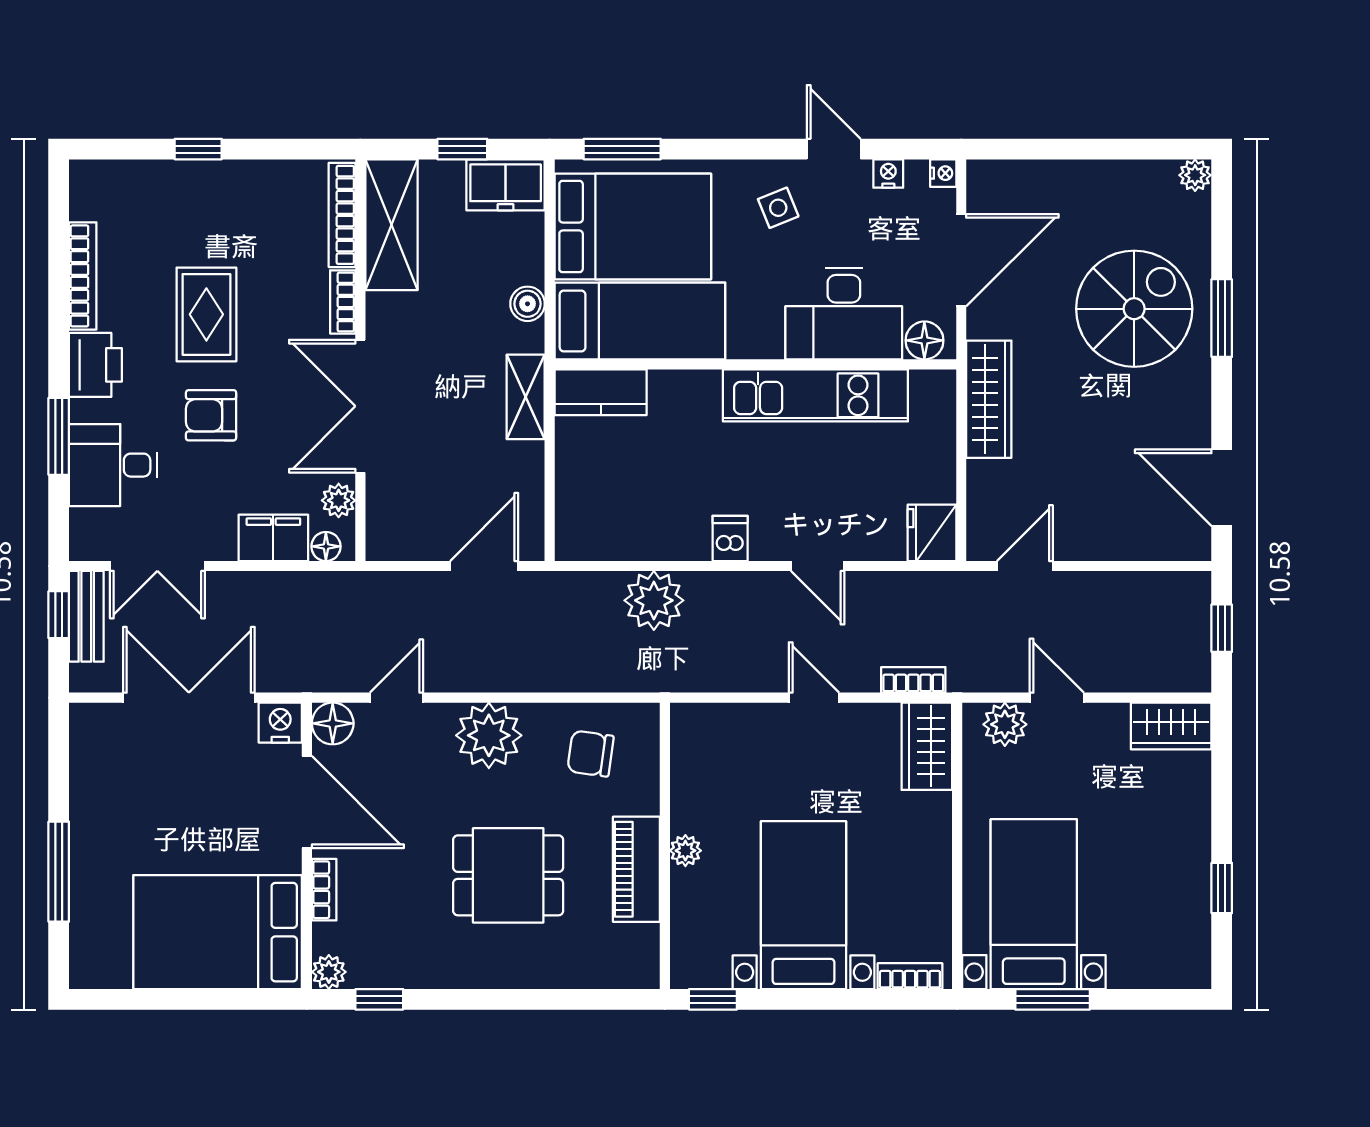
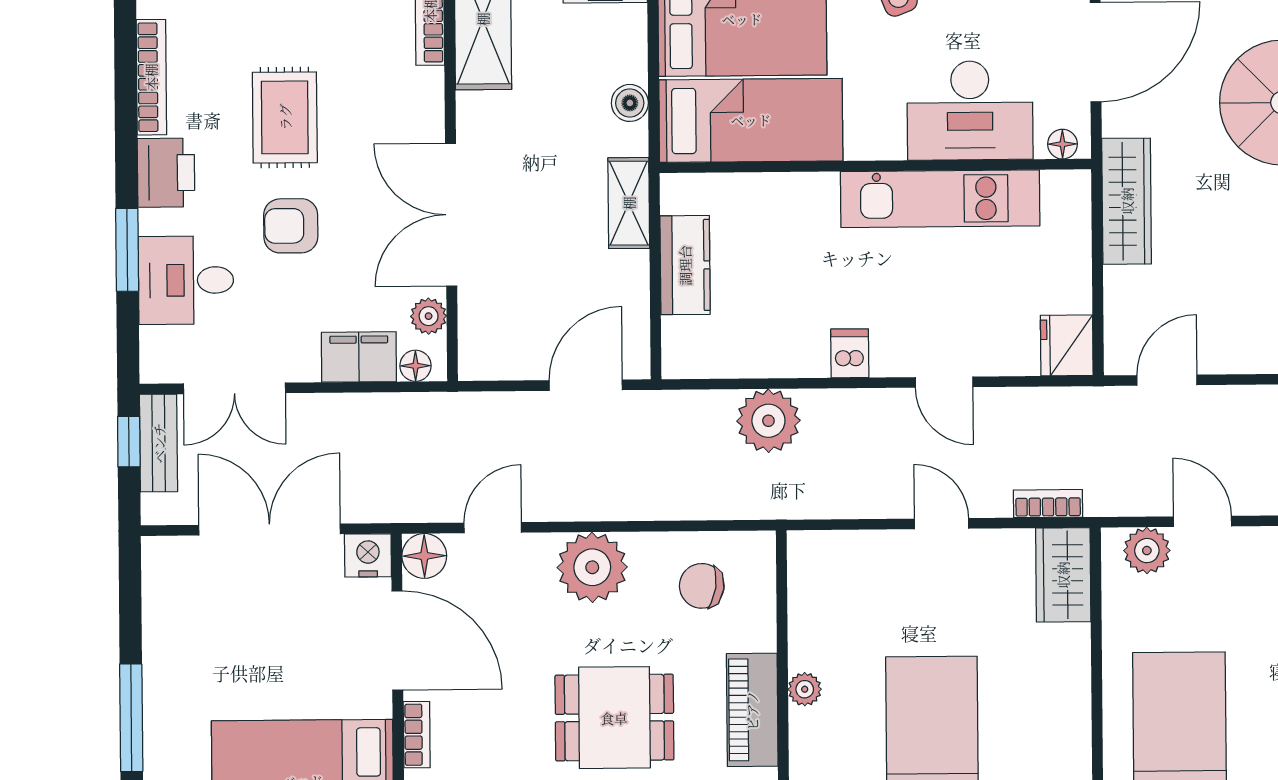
bookcase: (343, 302) -> (431, 103), removed
floor lamp: (924, 340) -> (1062, 144), width x0.73, depth x0.73
kitchen counter: (601, 392) -> (685, 265), moved, turned -90

